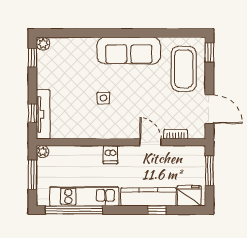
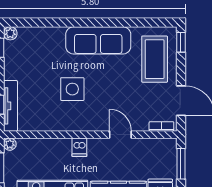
side table: (103, 98) -> (72, 89), width x1.87, depth x1.87
bookcase: (176, 134) -> (161, 126), moved

